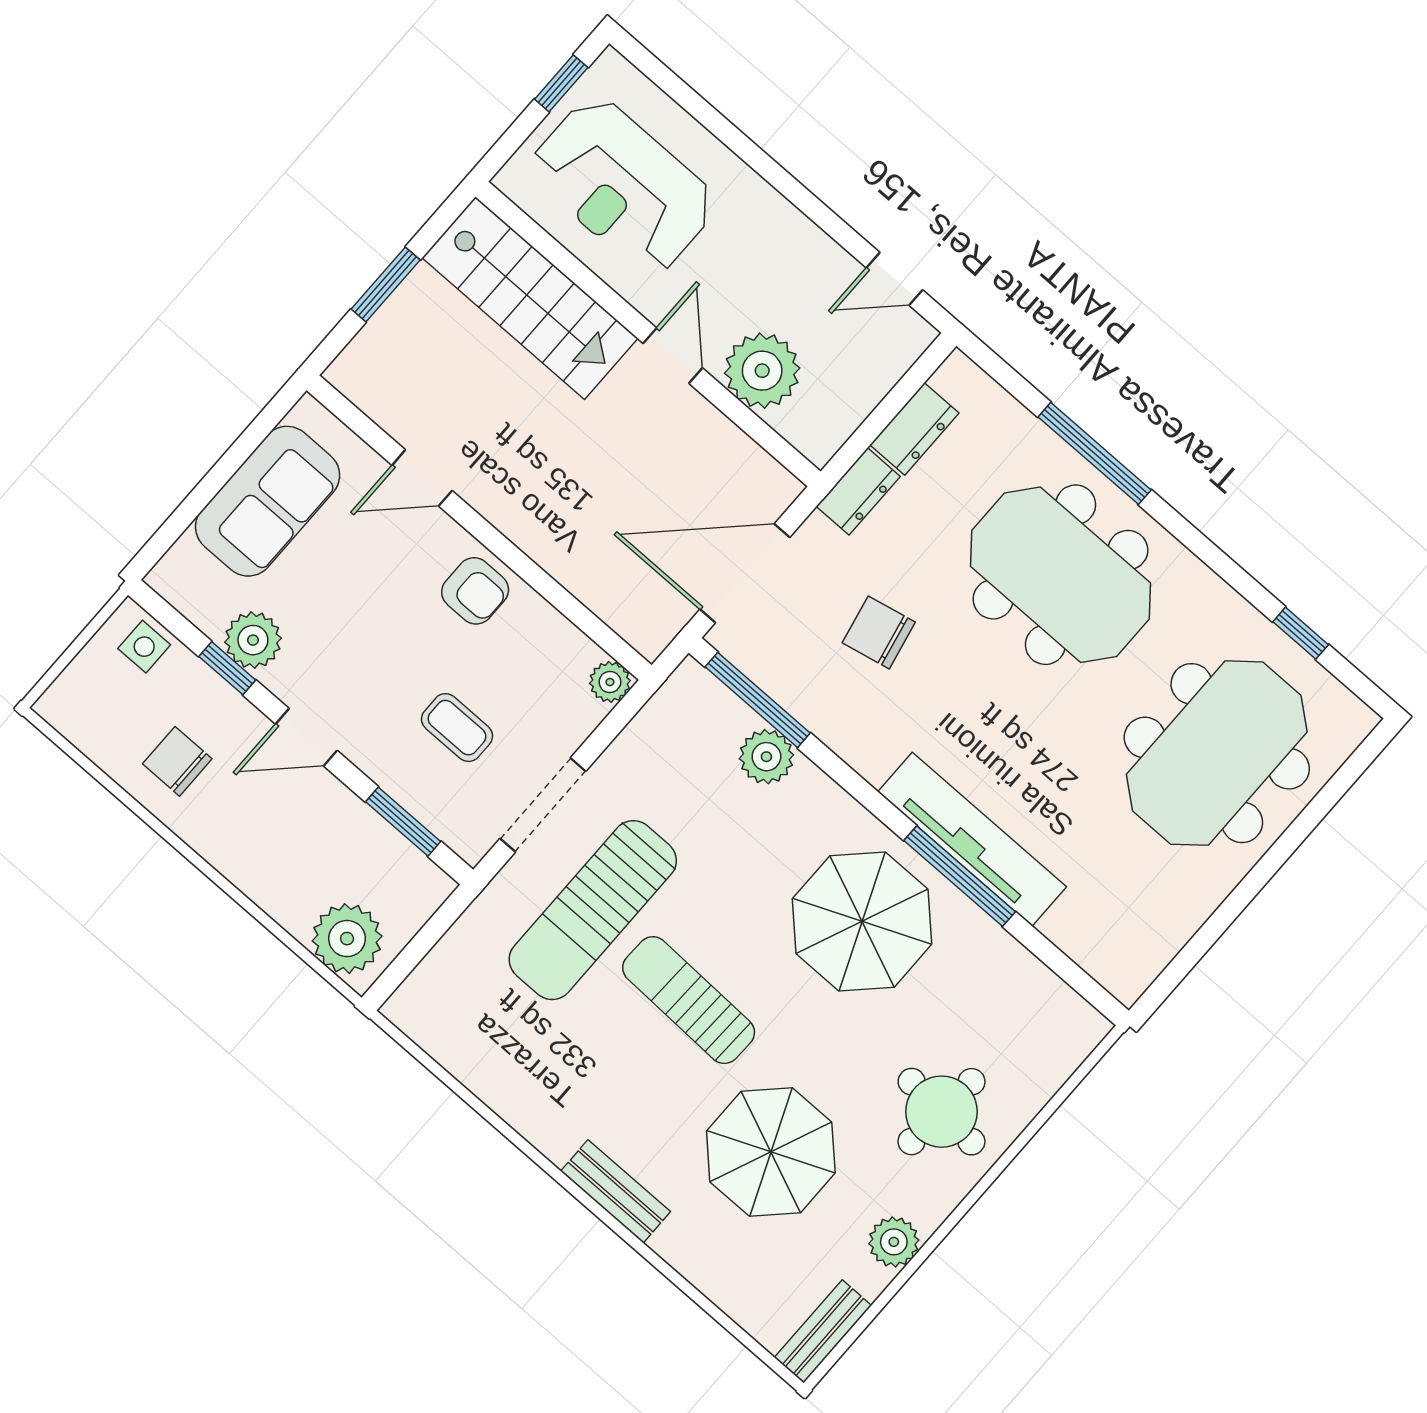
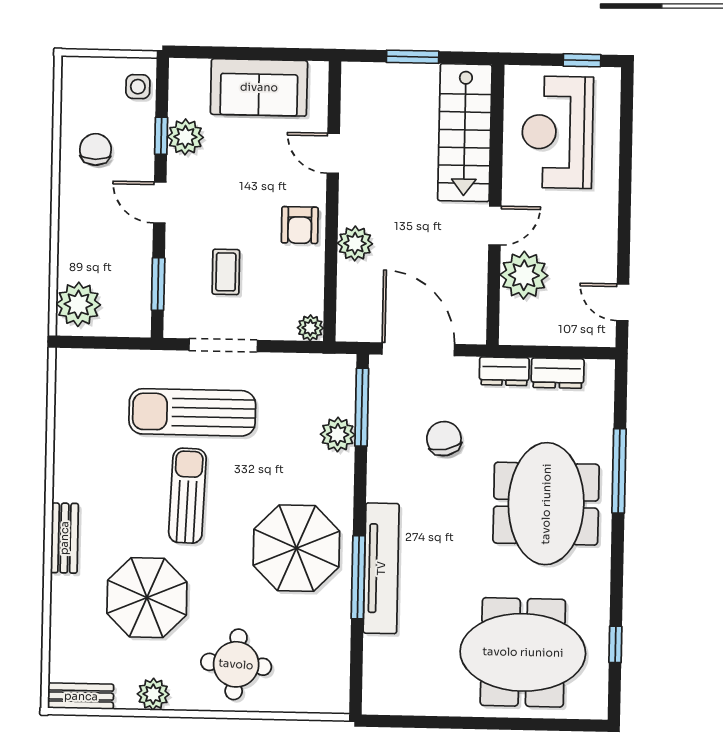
plant: (553, 543) -> (355, 243), added

